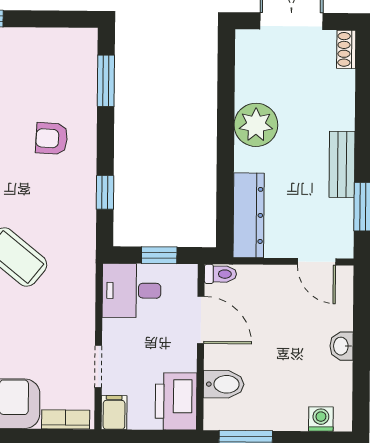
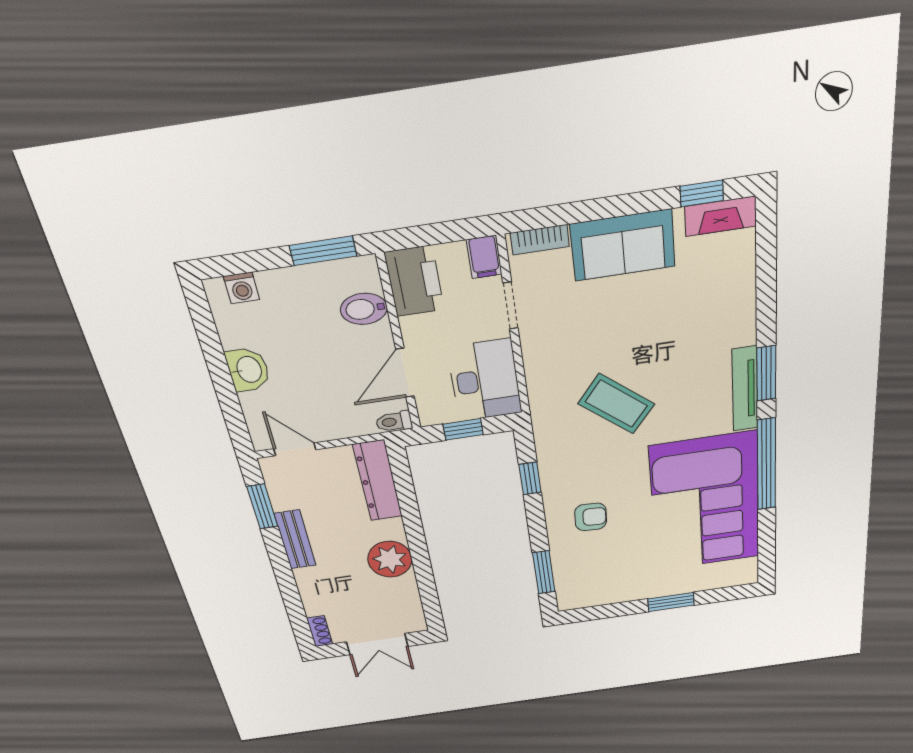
desk: (132, 291) -> (485, 380), width x1.37
door: (201, 320) -> (405, 373), hinge flipped
washbasin: (342, 346) -> (248, 370), width x1.38, depth x1.45

